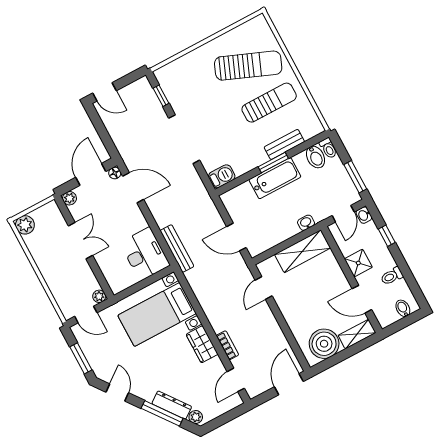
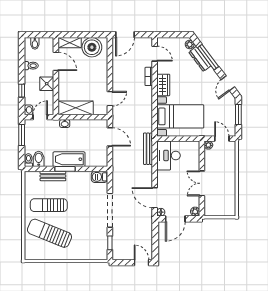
plant: (25, 225) -> (229, 210), removed
door: (236, 380) -> (155, 54), hinge flipped

